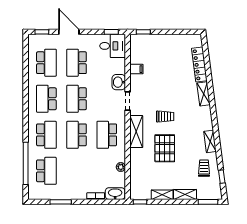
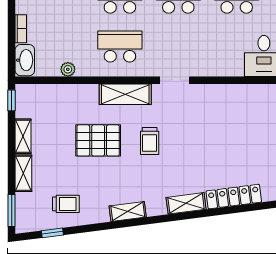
filing cabinet: (136, 69) -> (226, 95), removed
washbasin: (119, 82) -> (205, 66), removed
shelving: (210, 141) -> (128, 211), moved

